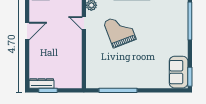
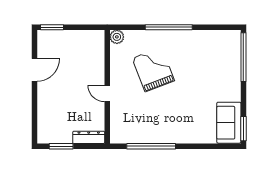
door: (84, 23) -> (107, 93), moved
dresser: (42, 84) -> (89, 137), moved

